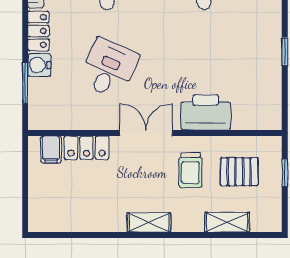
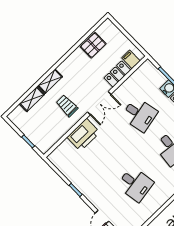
desk: (109, 68) -> (139, 114), turned -36
pallet: (239, 172) -> (93, 45), moved
shelving: (149, 222) -> (50, 81), moved

